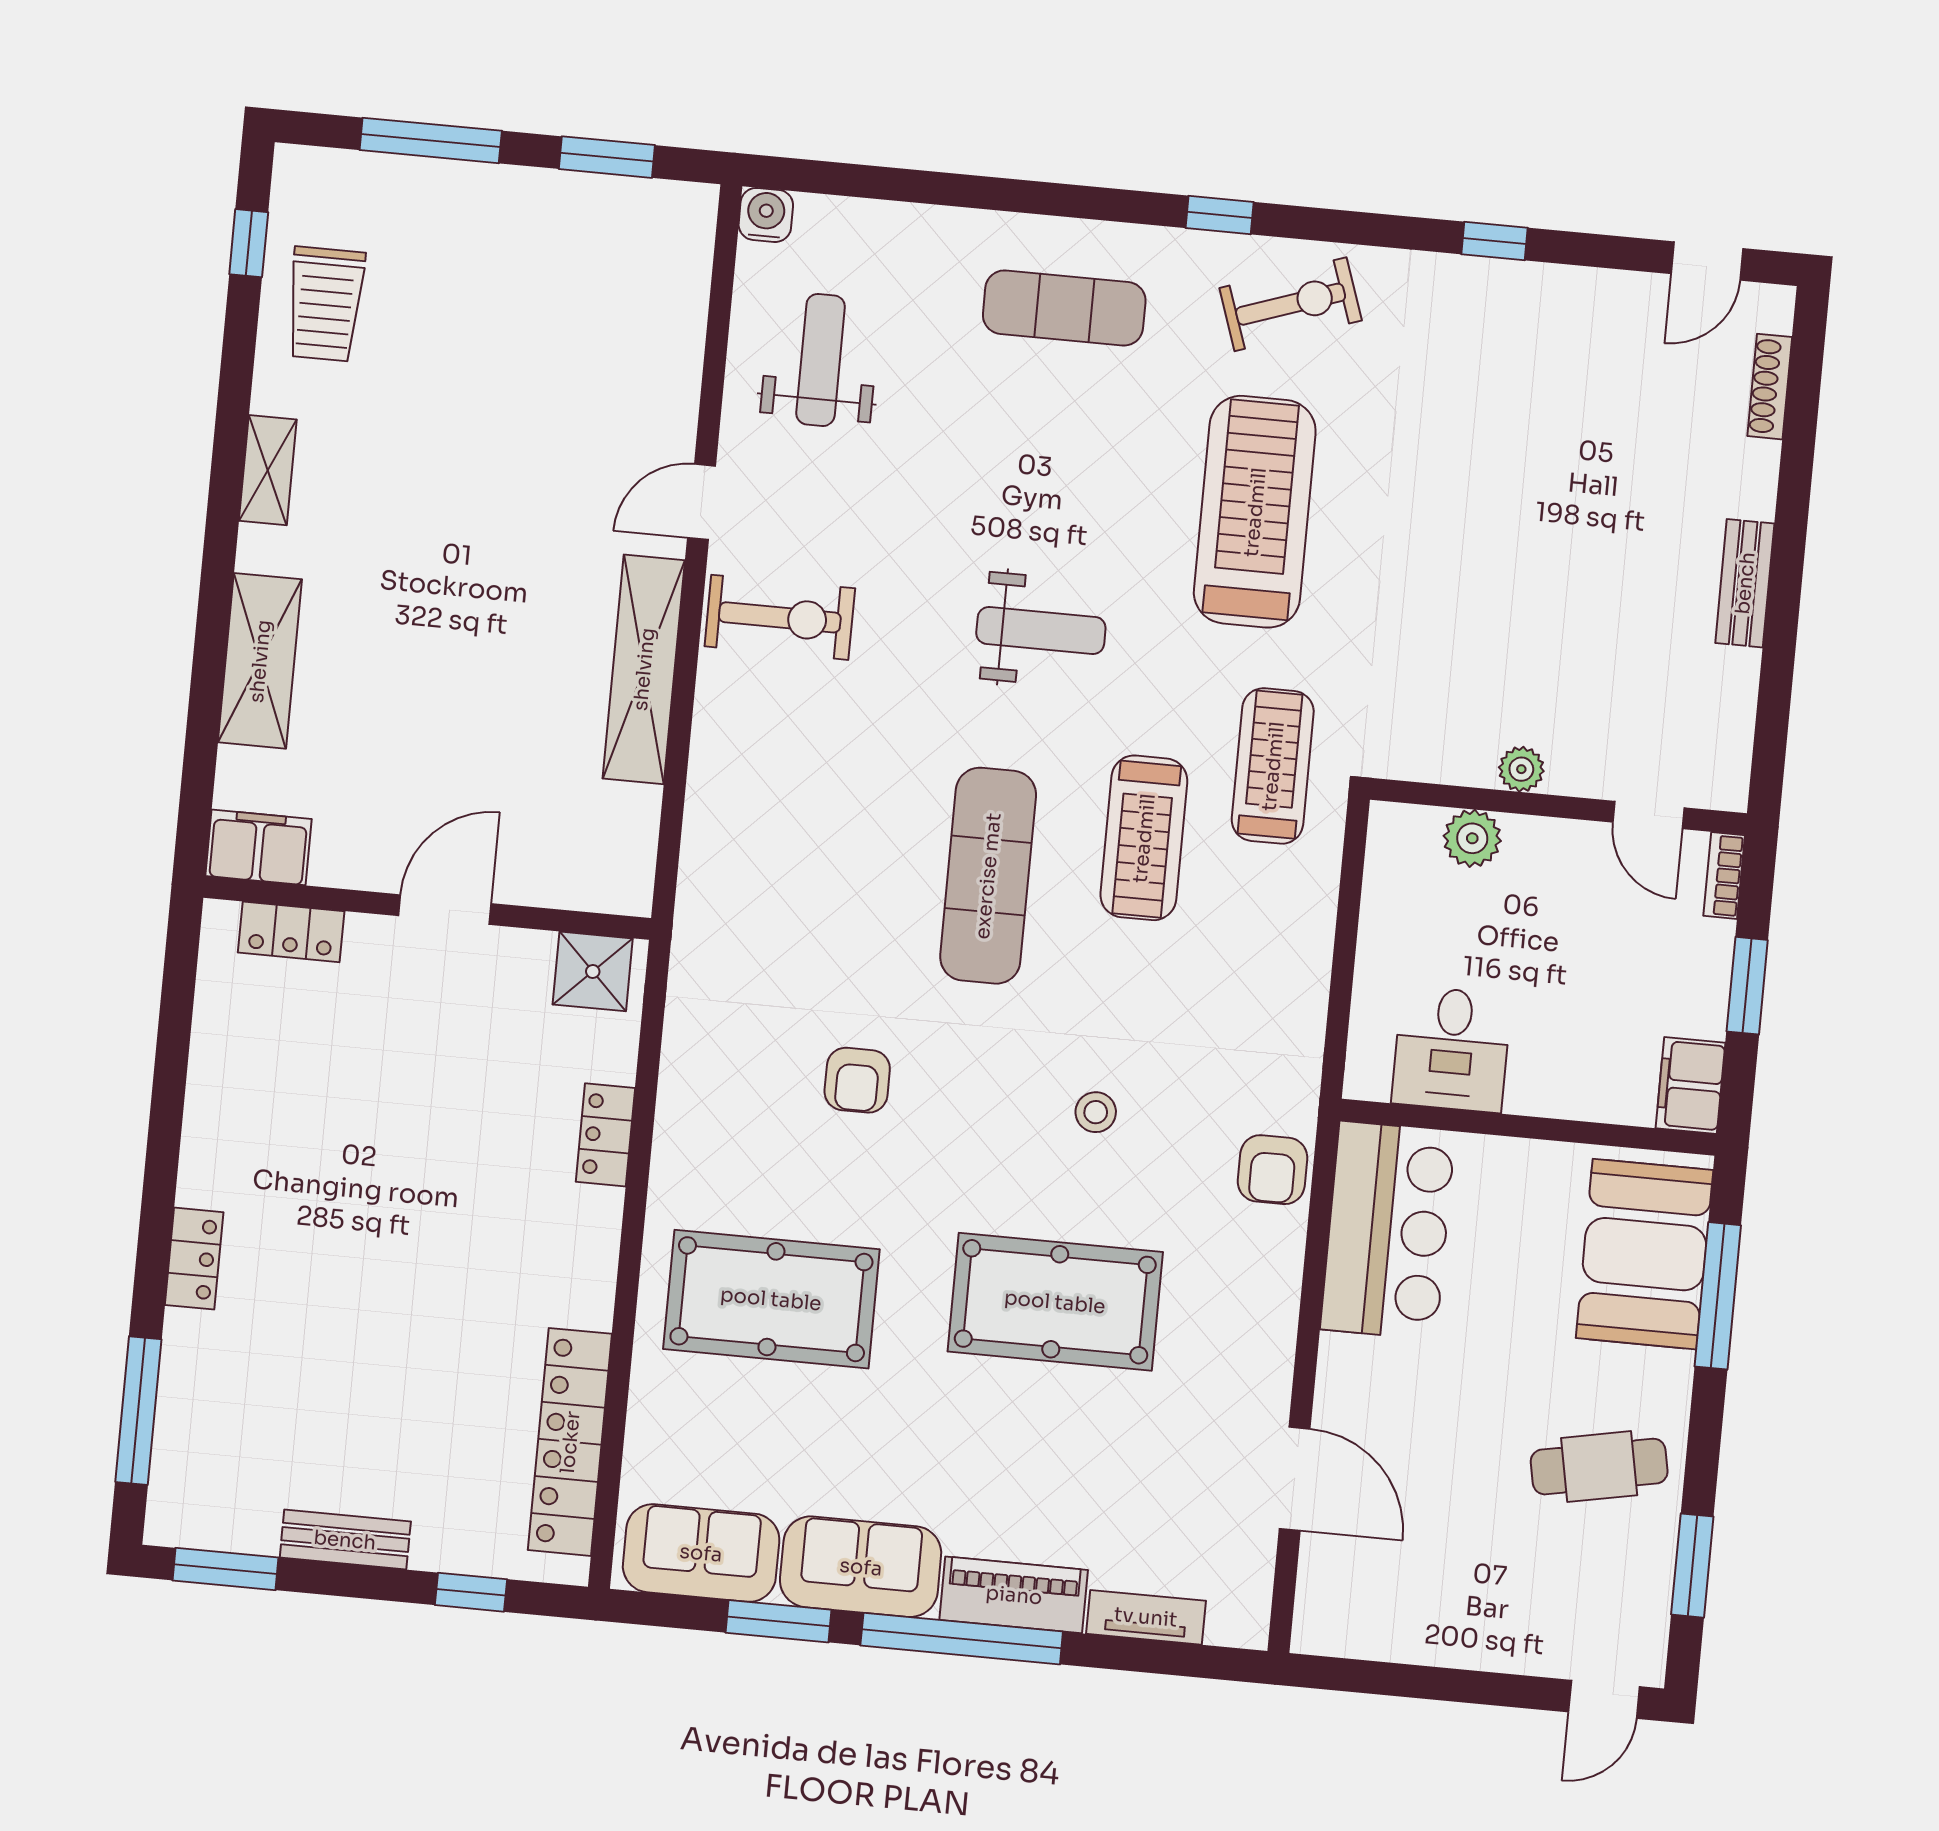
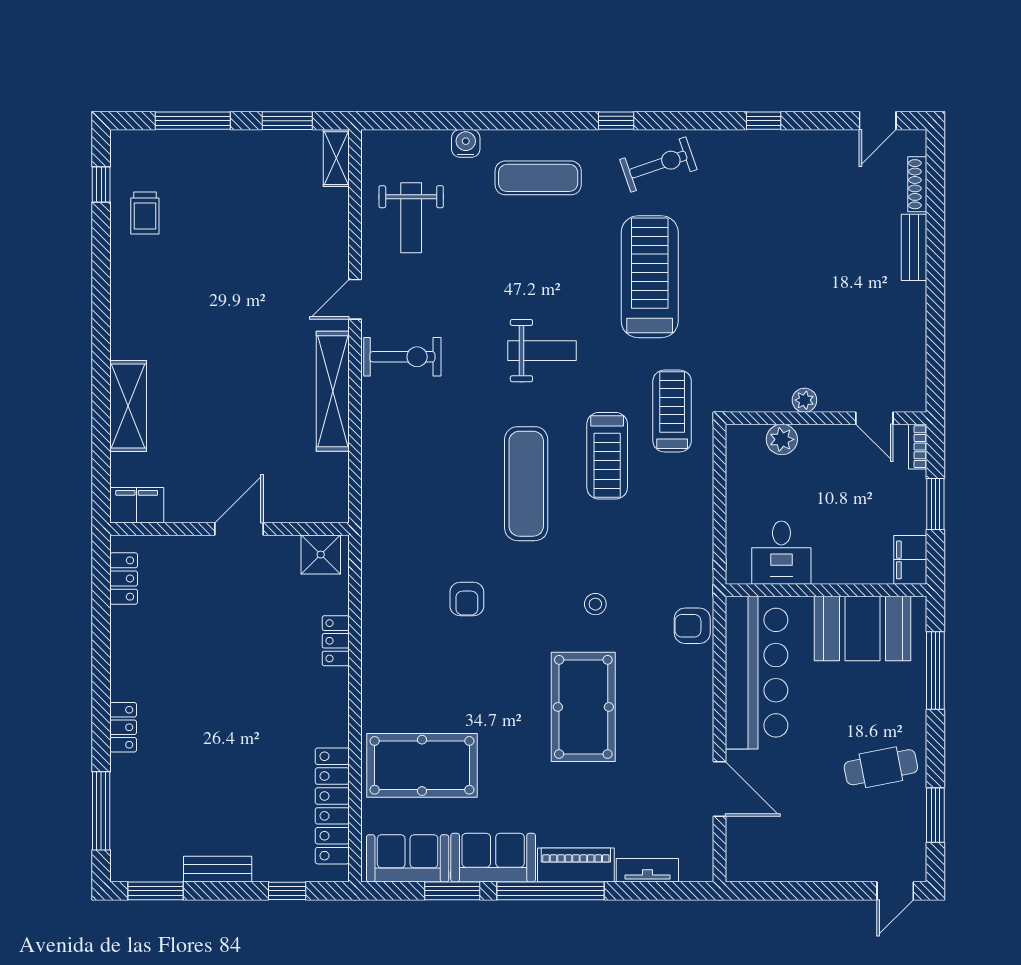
water cooler: (766, 215) -> (466, 143), moved
trolley: (325, 304) -> (145, 213), width x0.73, depth x0.72
weight bench: (821, 360) -> (411, 218), turned 180
shelving: (268, 470) -> (336, 158), moved
bench: (1745, 583) -> (914, 247), moved
locker: (291, 932) -> (124, 579), moved, turned -90
armchair: (1273, 1170) -> (692, 626), turned 90
bar counter: (1388, 1230) -> (757, 673), width x1.36
booth: (1645, 1254) -> (863, 628), moved, turned 90
pool table: (771, 1299) -> (422, 765), moved
pool table: (1055, 1302) -> (583, 707), turned 90

